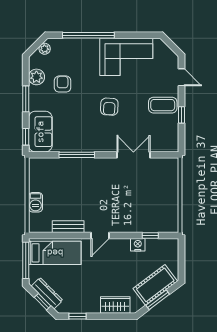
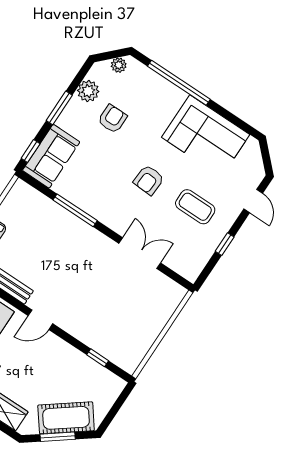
coffee table: (163, 105) -> (195, 207), moved
nightstand: (138, 245) -> (77, 359), removed

